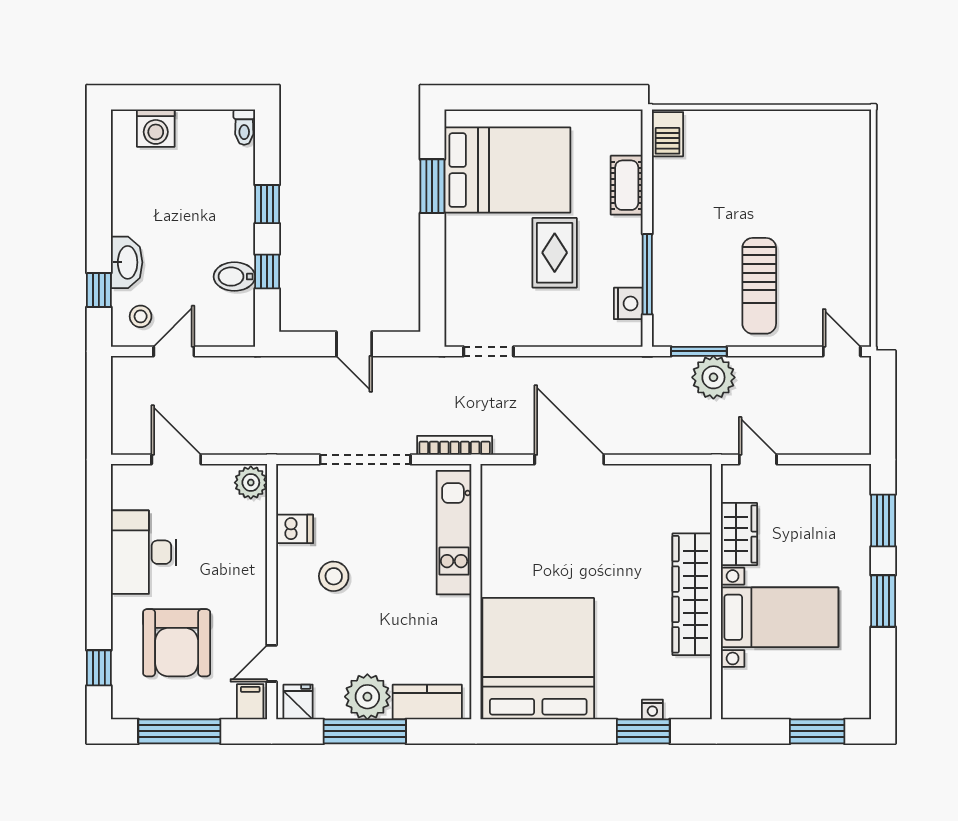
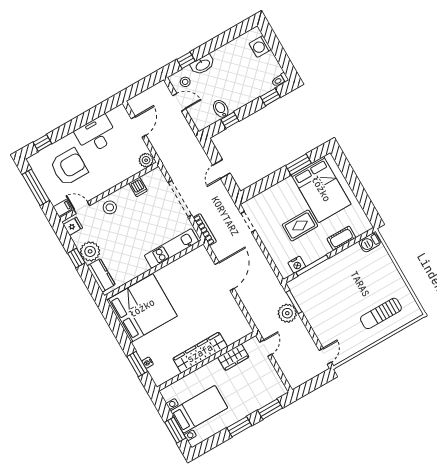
window: (267, 204) -> (270, 97), moved
sun lounger: (759, 286) -> (381, 313), moved
stool: (334, 576) -> (110, 207), moved
bed with nightstands: (780, 617) -> (199, 409), moved, turned -90
armchair: (177, 643) -> (69, 167), turned 180
window: (365, 731) -> (76, 258), width x0.46

